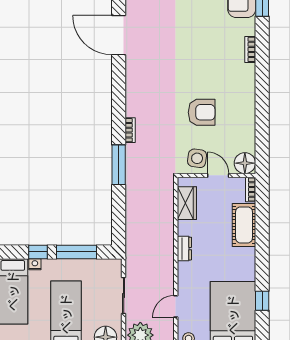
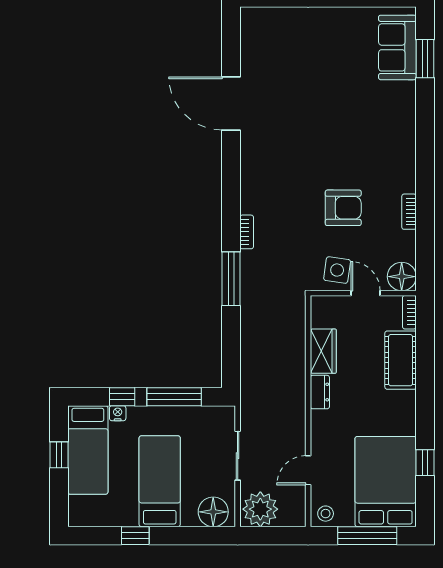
bookcase: (250, 49) -> (409, 212), moved
wardrobe: (187, 203) -> (323, 351), moved

